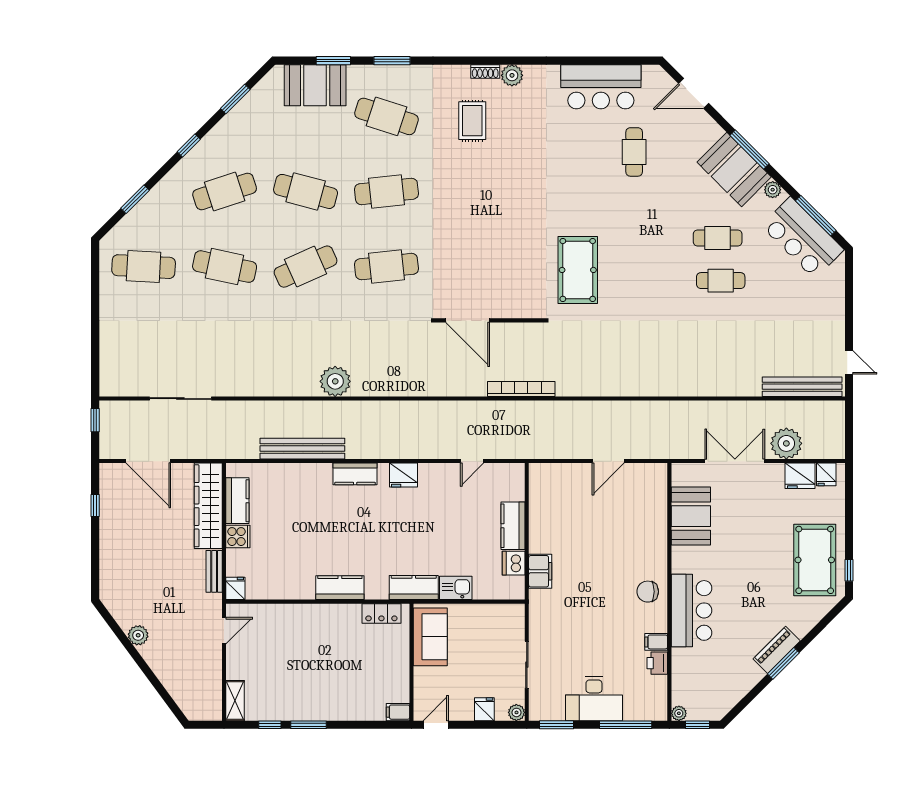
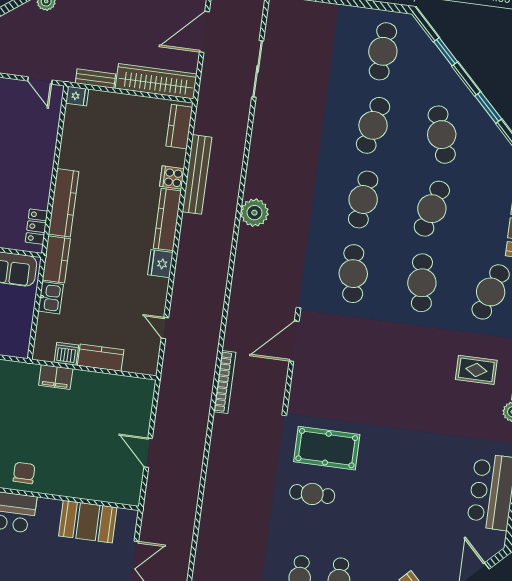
window: (189, 145) -> (488, 107), width x1.50
cafe table: (634, 152) -> (312, 494), moved
cafe table: (306, 267) -> (363, 200), turned 30
kitchen counter: (355, 474) -> (167, 220), width x1.50
kitchen counter: (237, 501) -> (179, 127), moved, turned 90
cooker: (238, 537) -> (172, 178), moved, turned 90
kitchen counter: (340, 588) -> (64, 203), width x1.50

